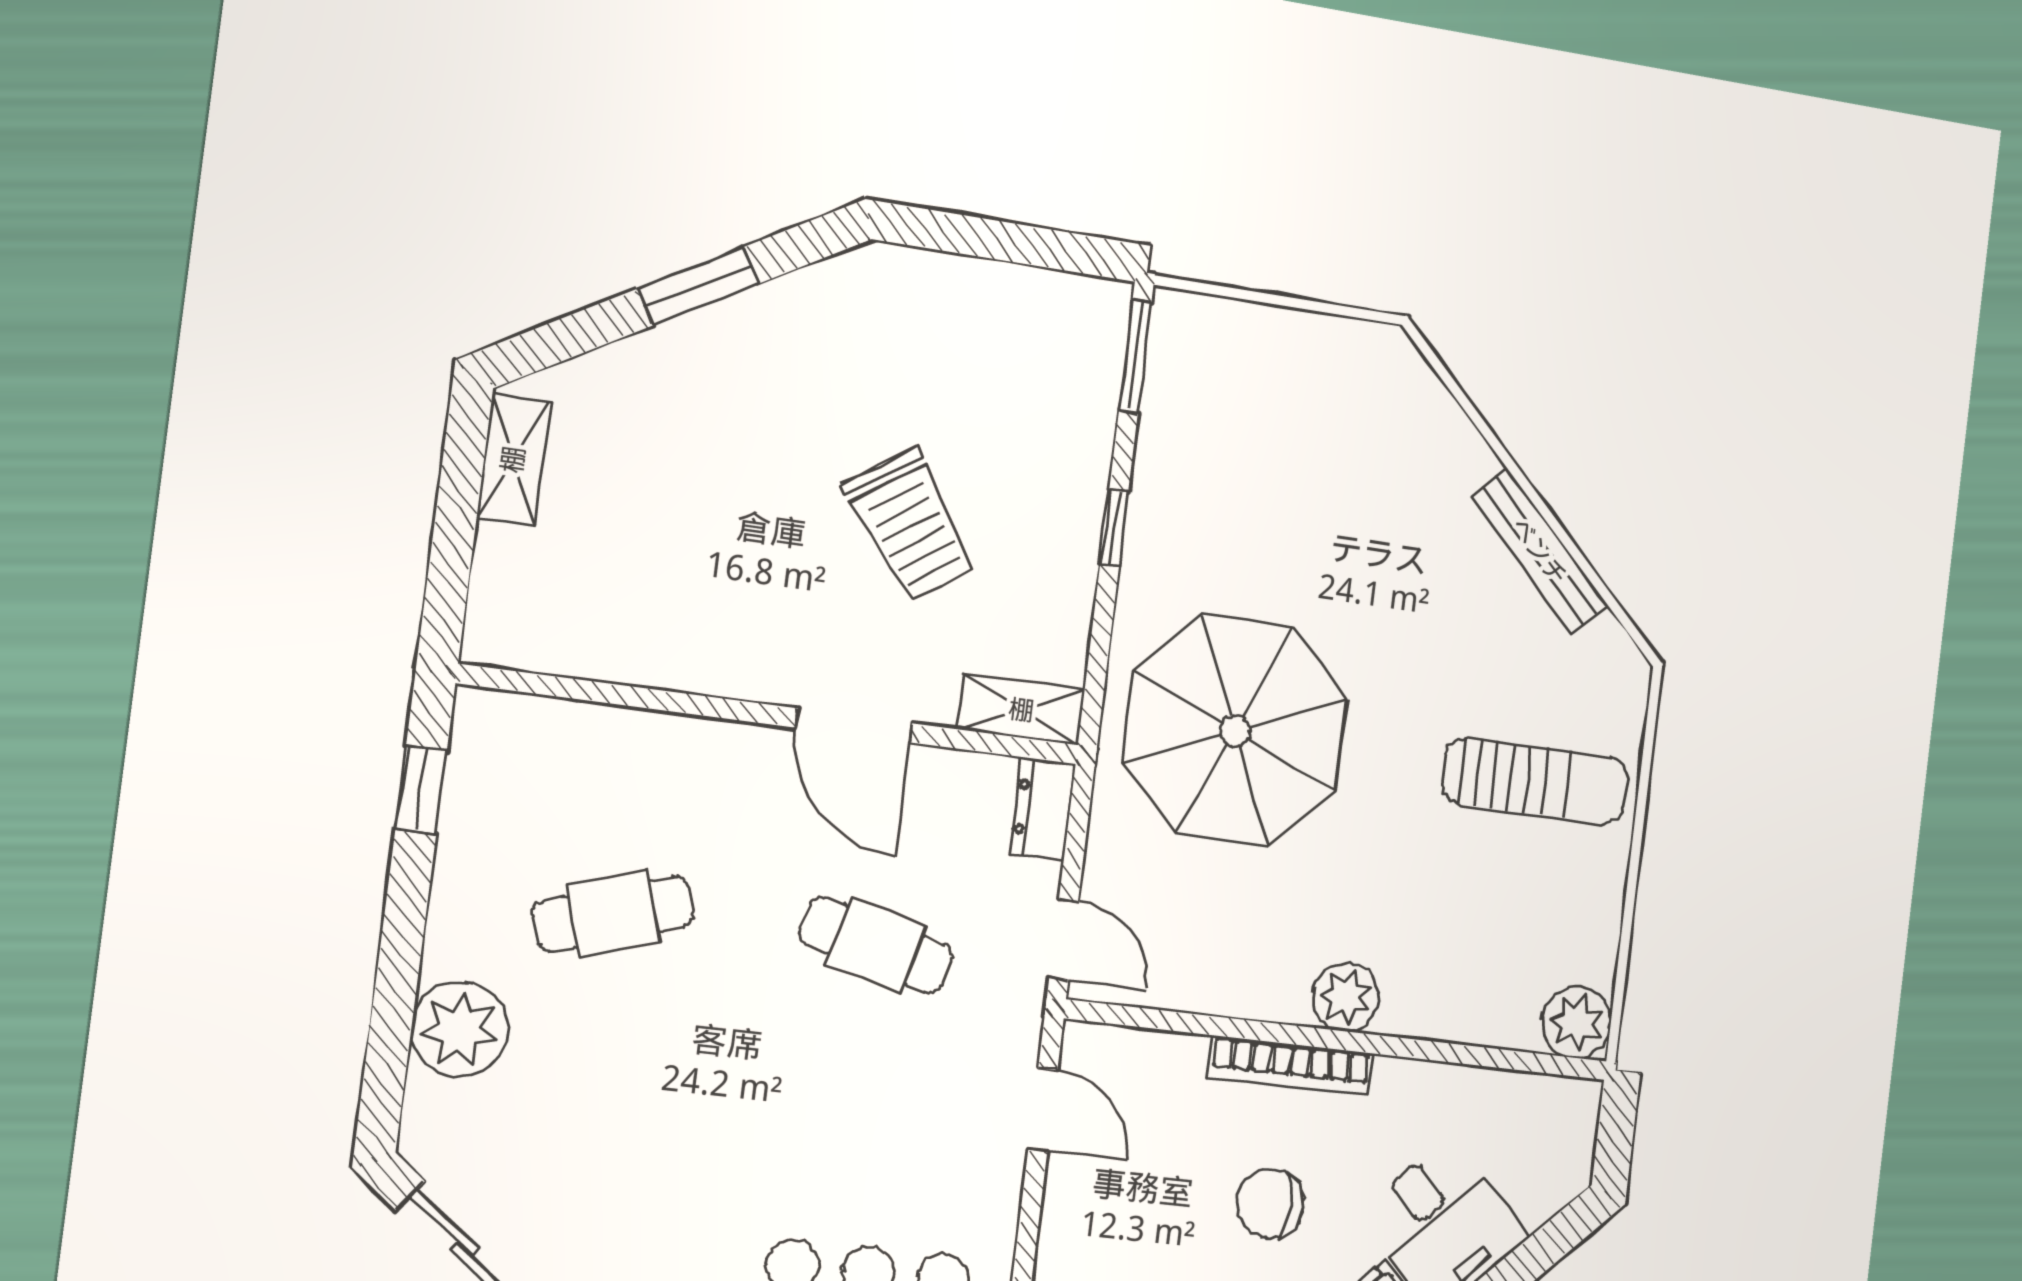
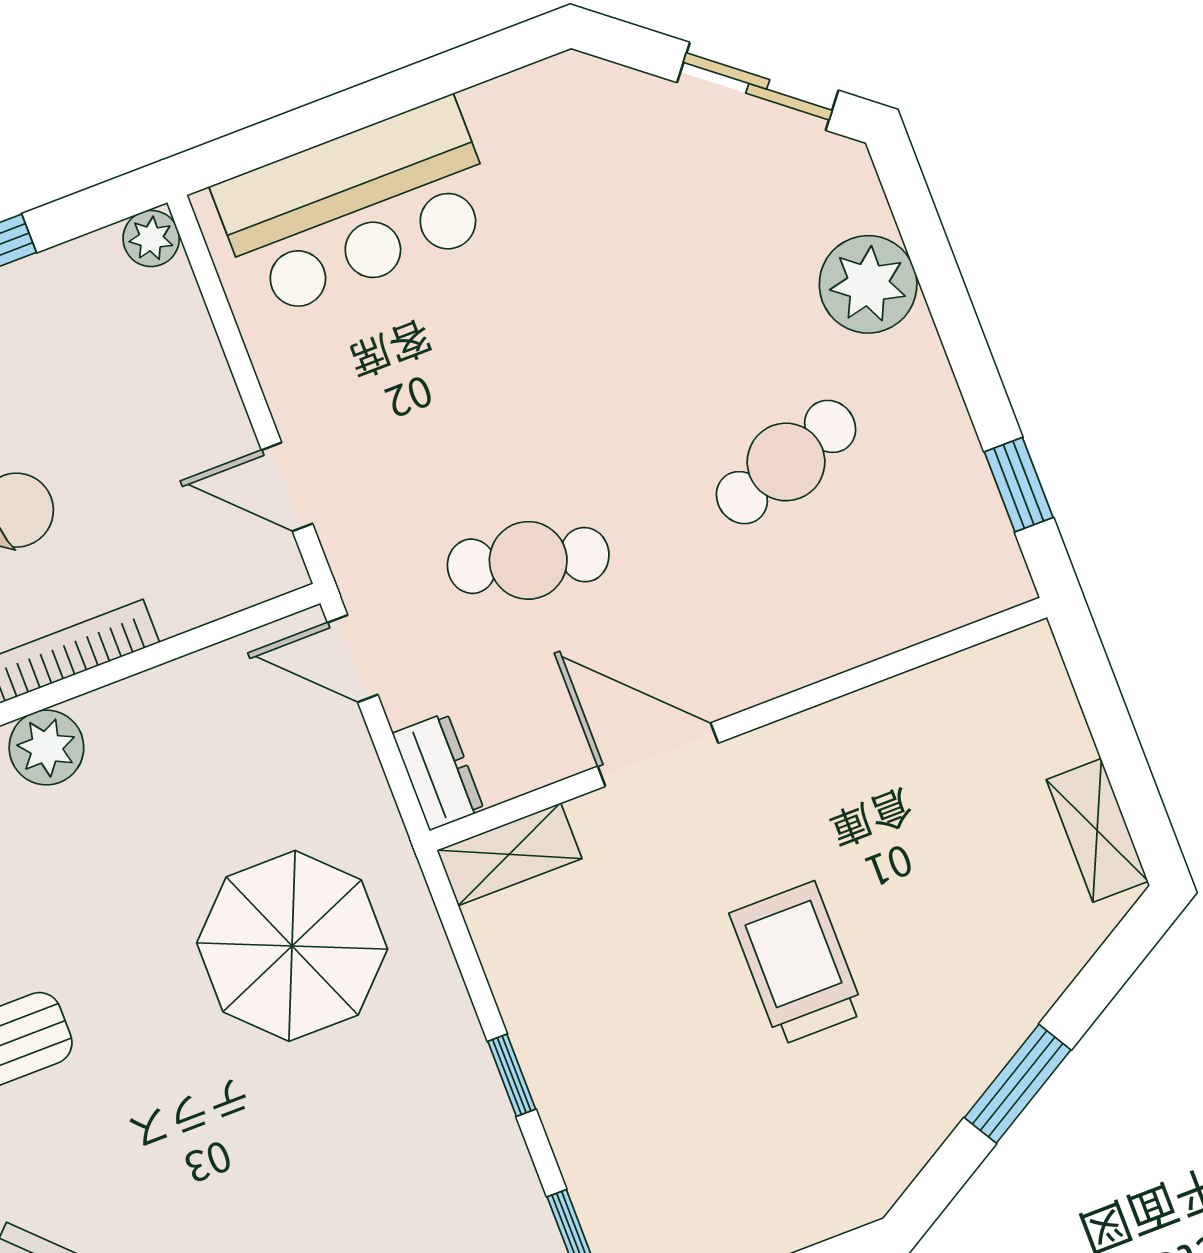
trolley: (910, 525) -> (797, 963), moved, turned 35
parasol: (1235, 731) -> (292, 946), width x0.73, depth x0.73

